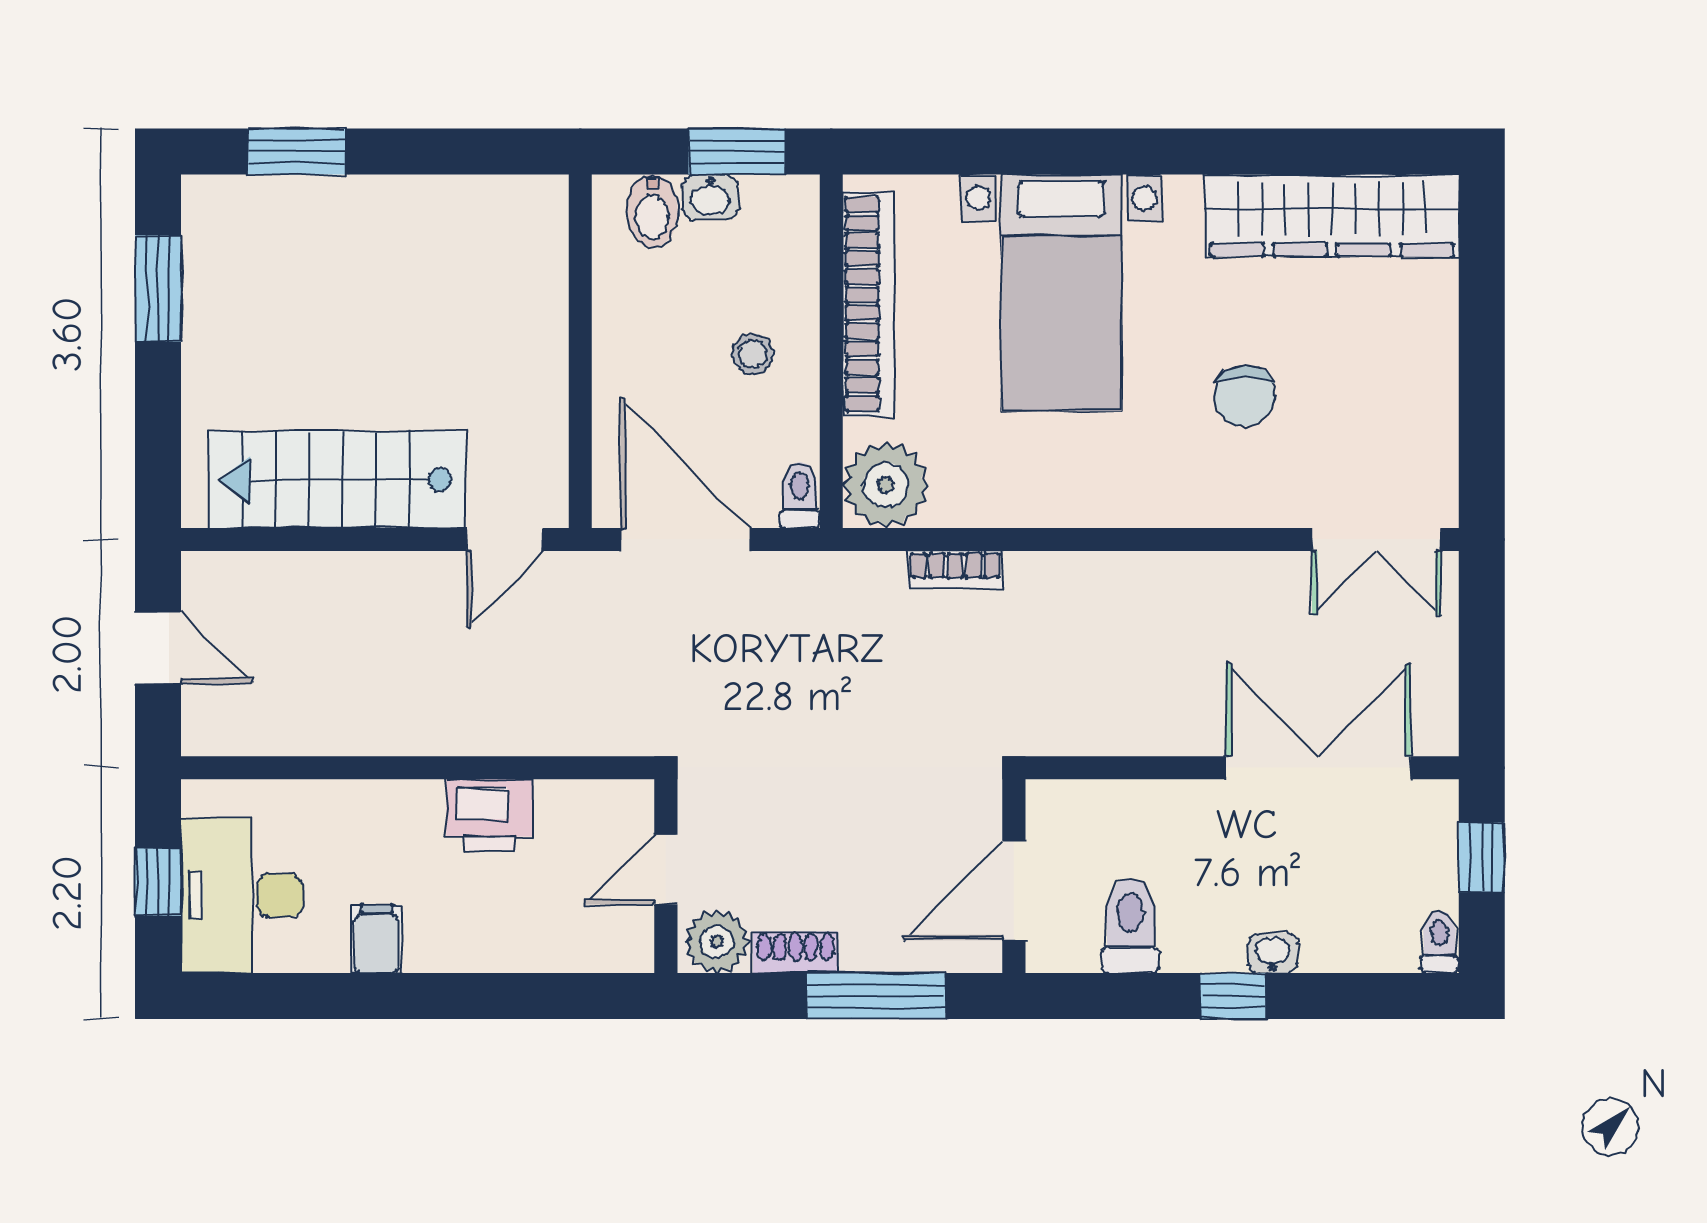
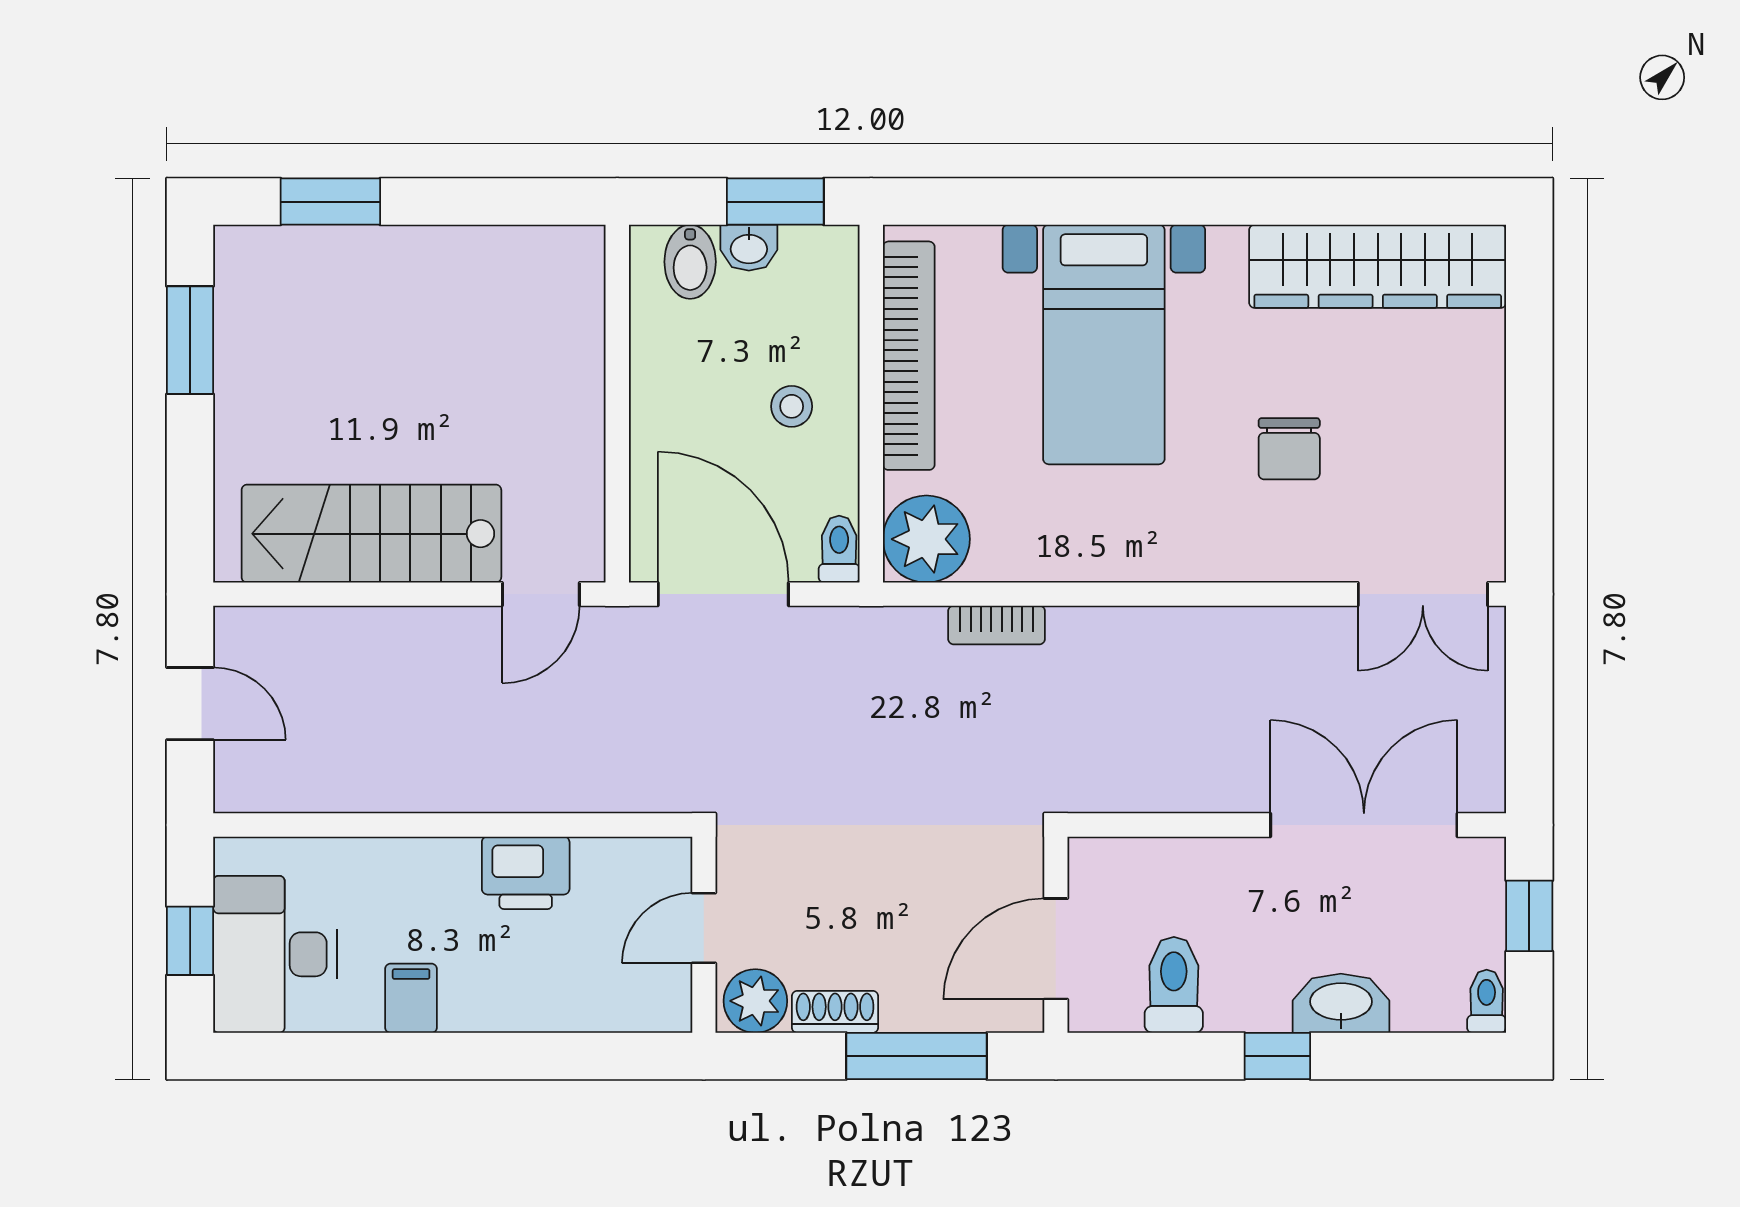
washbasin: (1273, 953) -> (1341, 1003), width x1.91, depth x1.45

